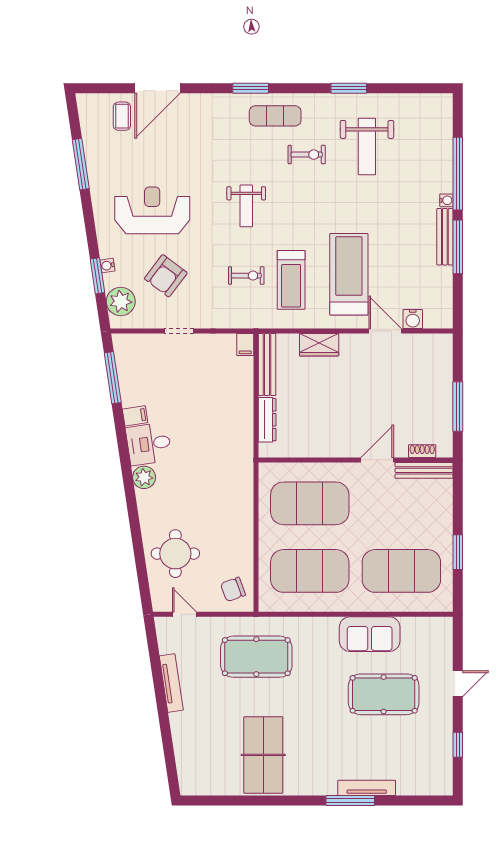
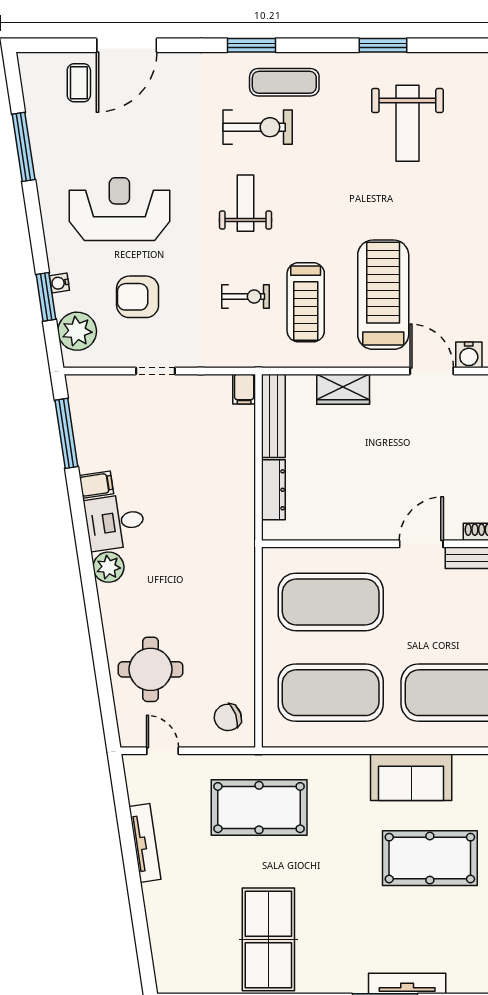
exercise bike: (307, 155) -> (258, 127), moved, width x1.38, depth x1.39
weight bench: (246, 206) -> (246, 203), turned 180
armchair: (166, 276) -> (138, 297), turned 53

